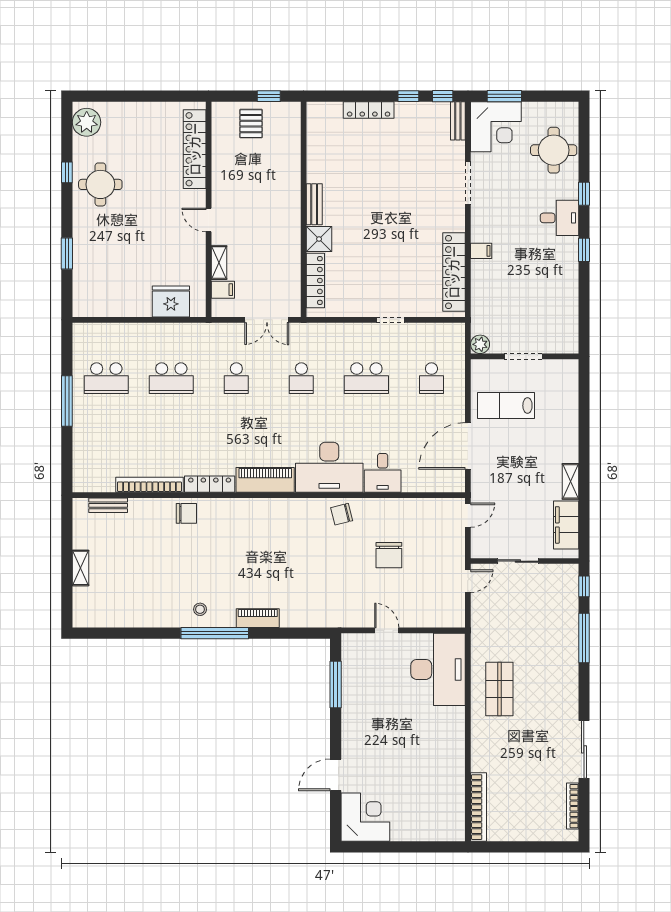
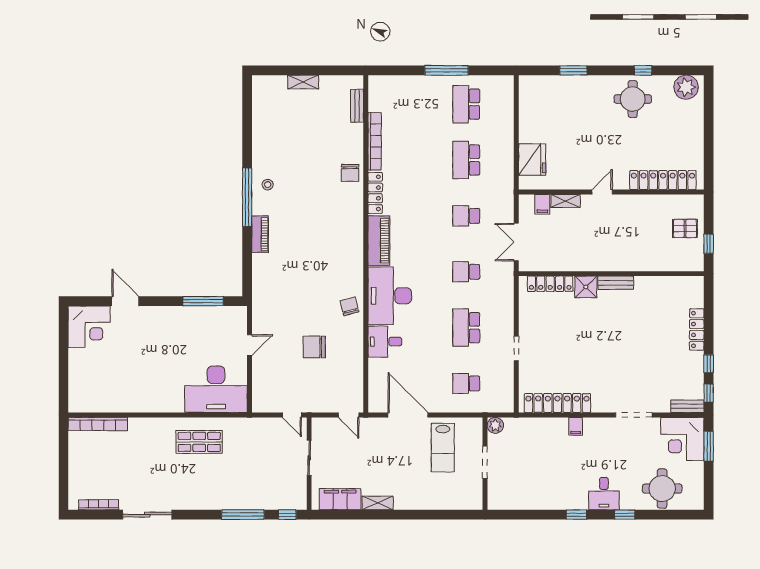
lab bench: (506, 406) -> (443, 448), turned 180

